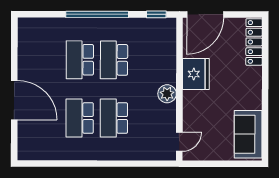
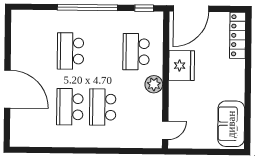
school desk: (114, 60) -> (136, 52), moved

